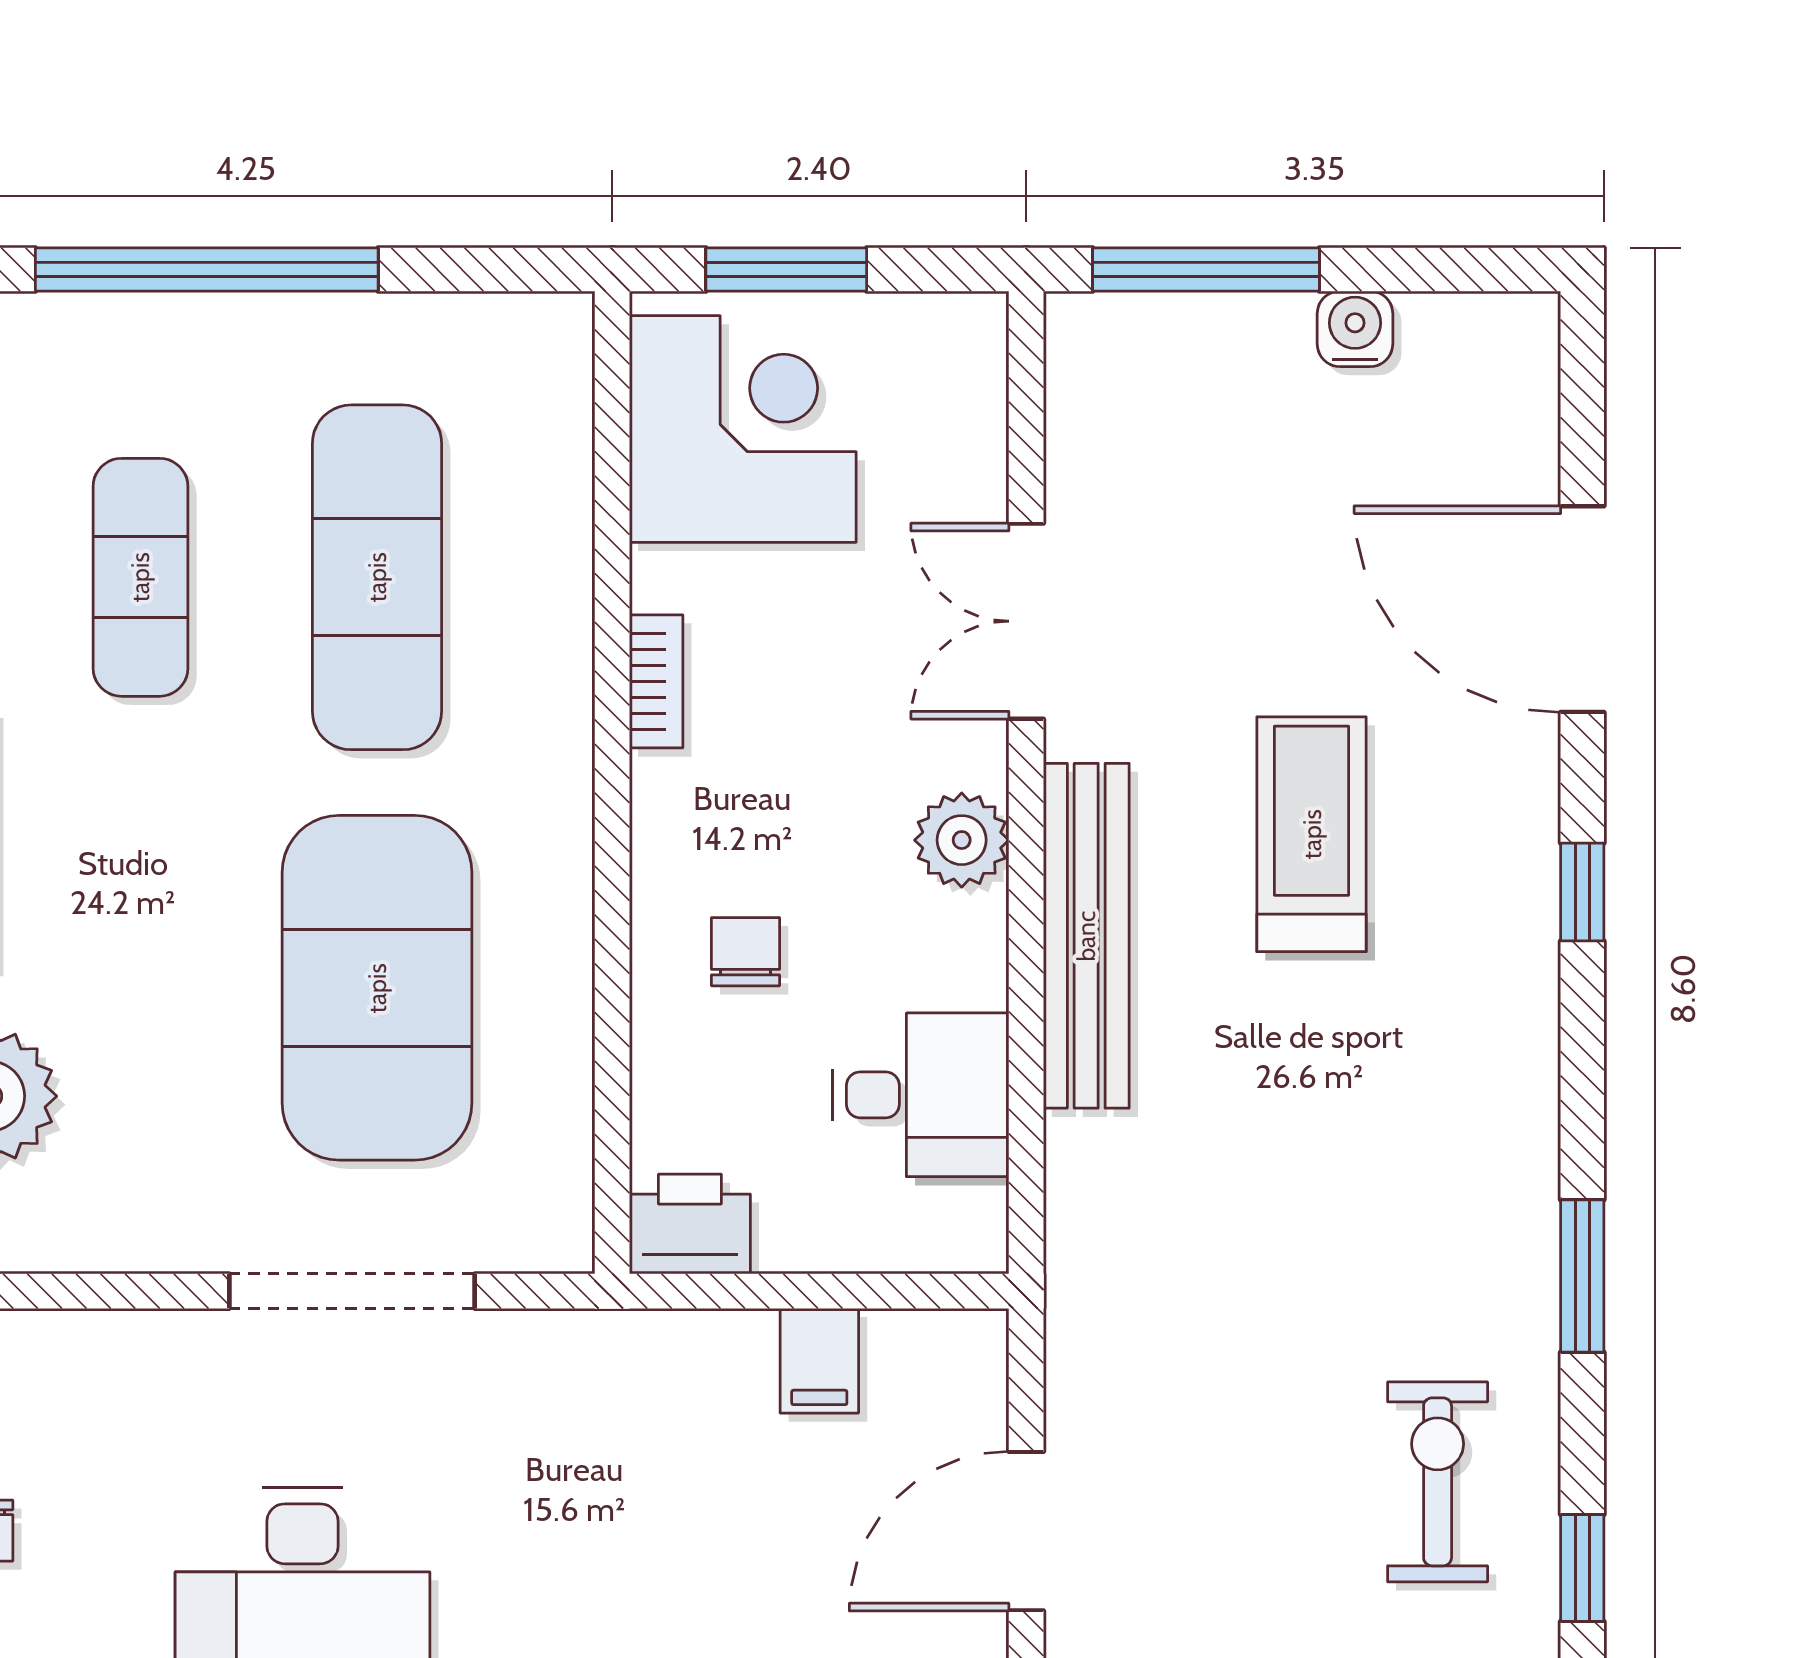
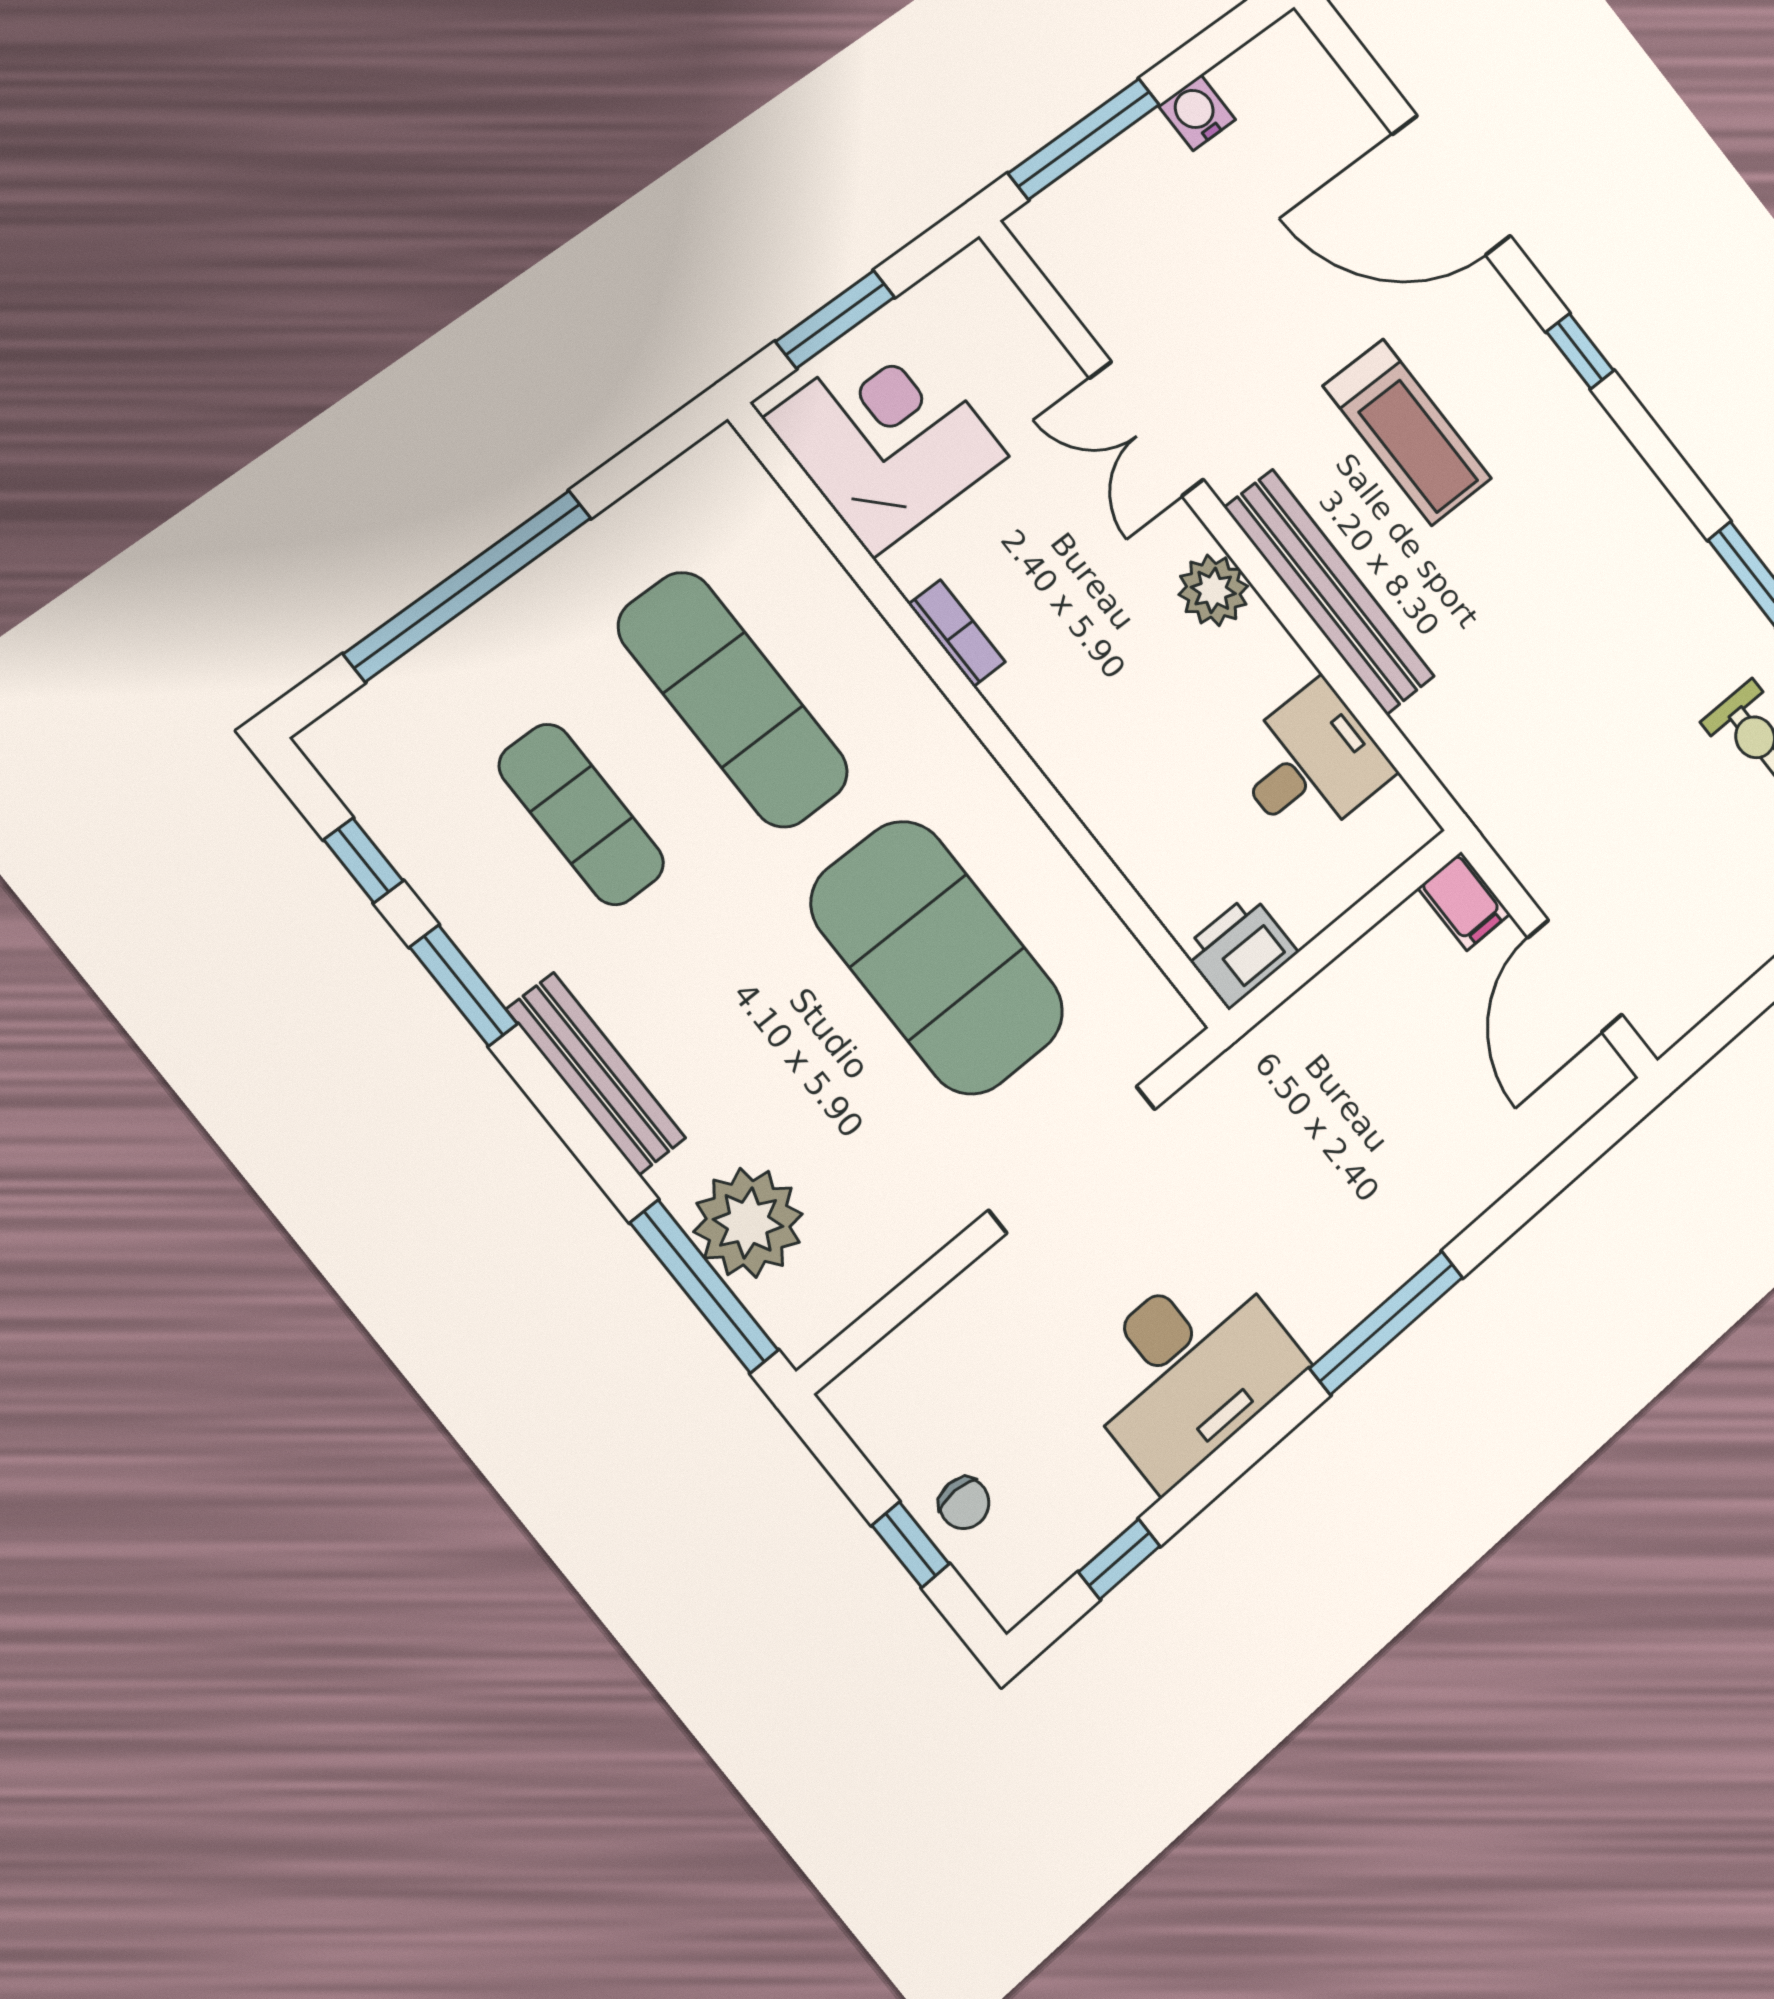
treadmill: (1312, 834) -> (1407, 432), turned 180
chair: (745, 952) -> (1141, 758), removed
filing cabinet: (819, 1361) -> (1464, 901), moved

